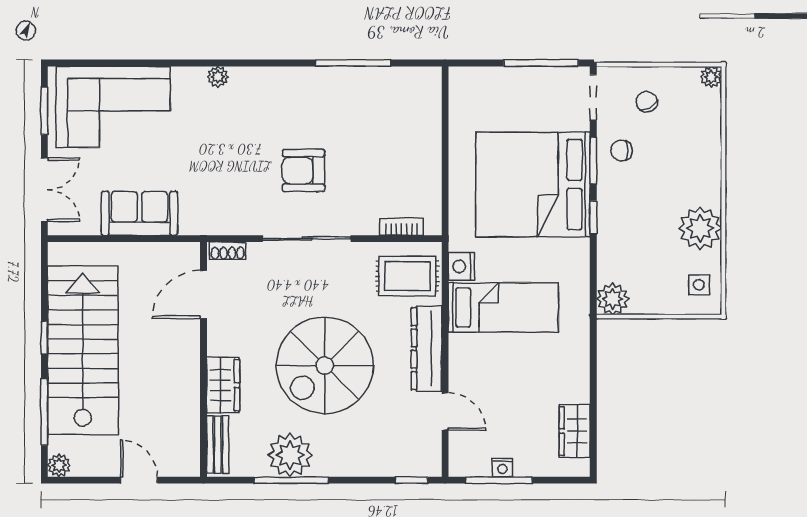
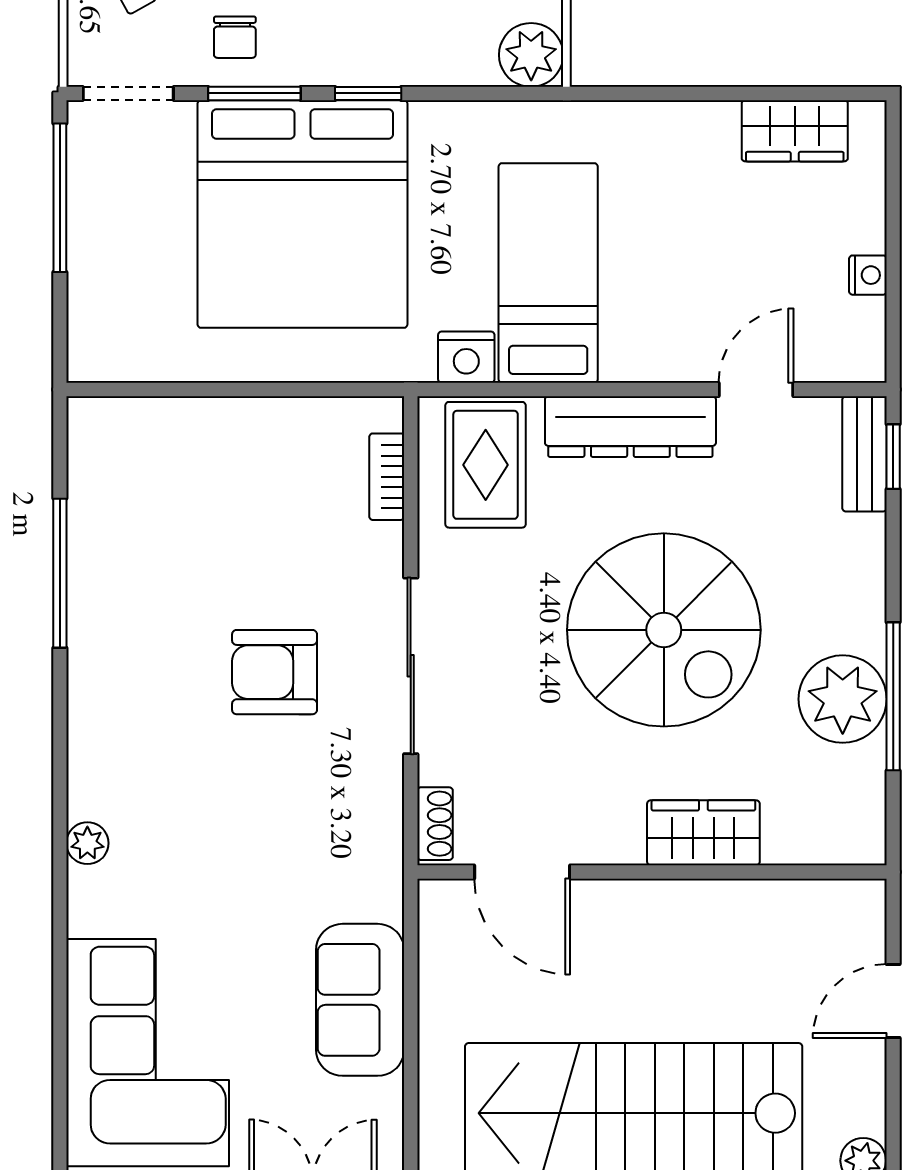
armchair: (304, 170) -> (275, 672), turned 90
bench: (218, 444) -> (864, 454), moved, turned 90
window: (499, 480) -> (893, 282), removed

